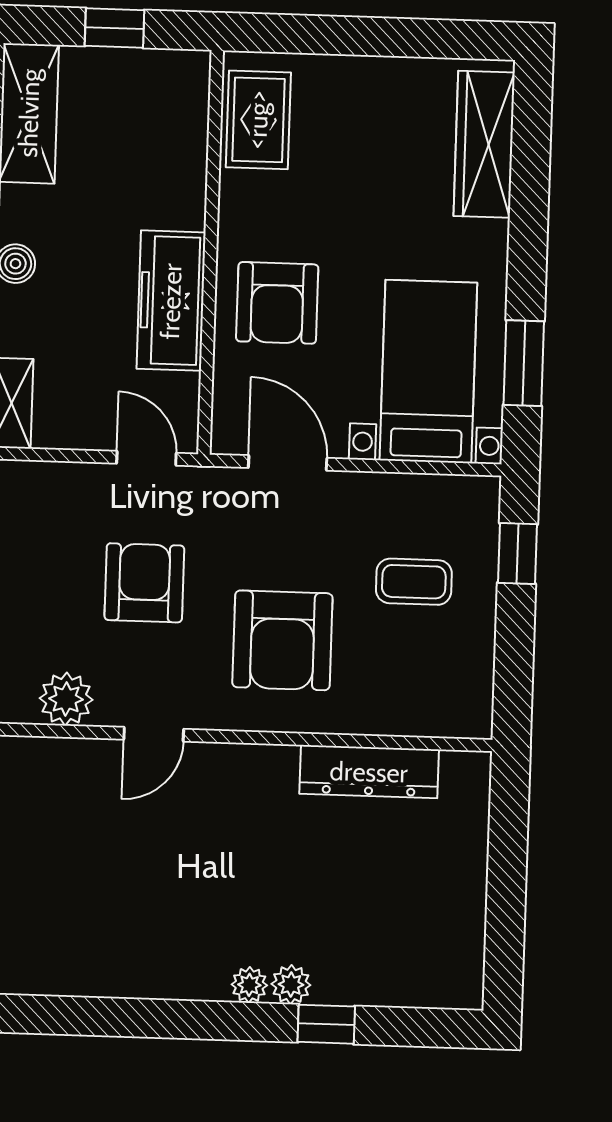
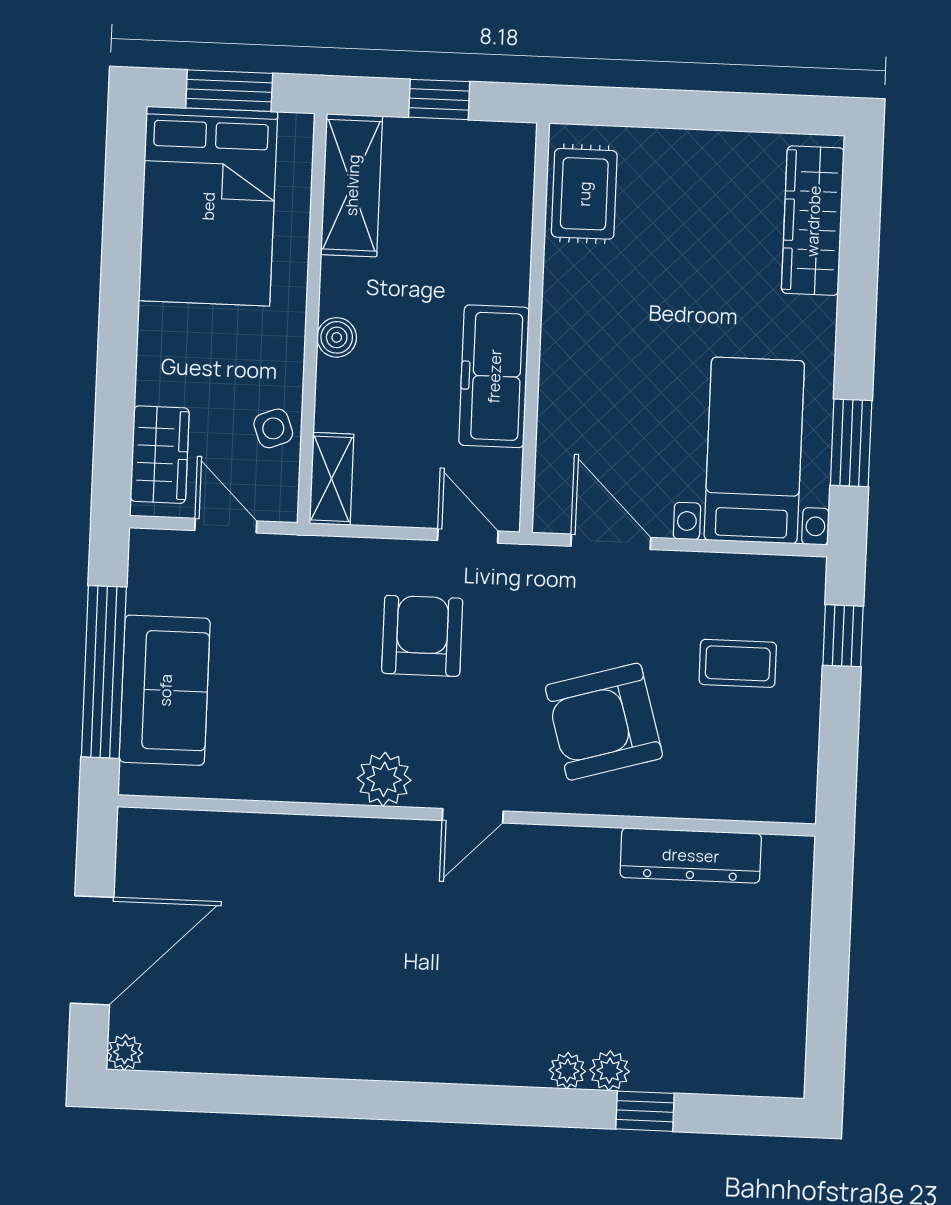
armchair: (277, 303) -> (602, 380), removed
armchair: (144, 583) -> (422, 636), moved
armchair: (282, 640) -> (604, 722), turned 74

